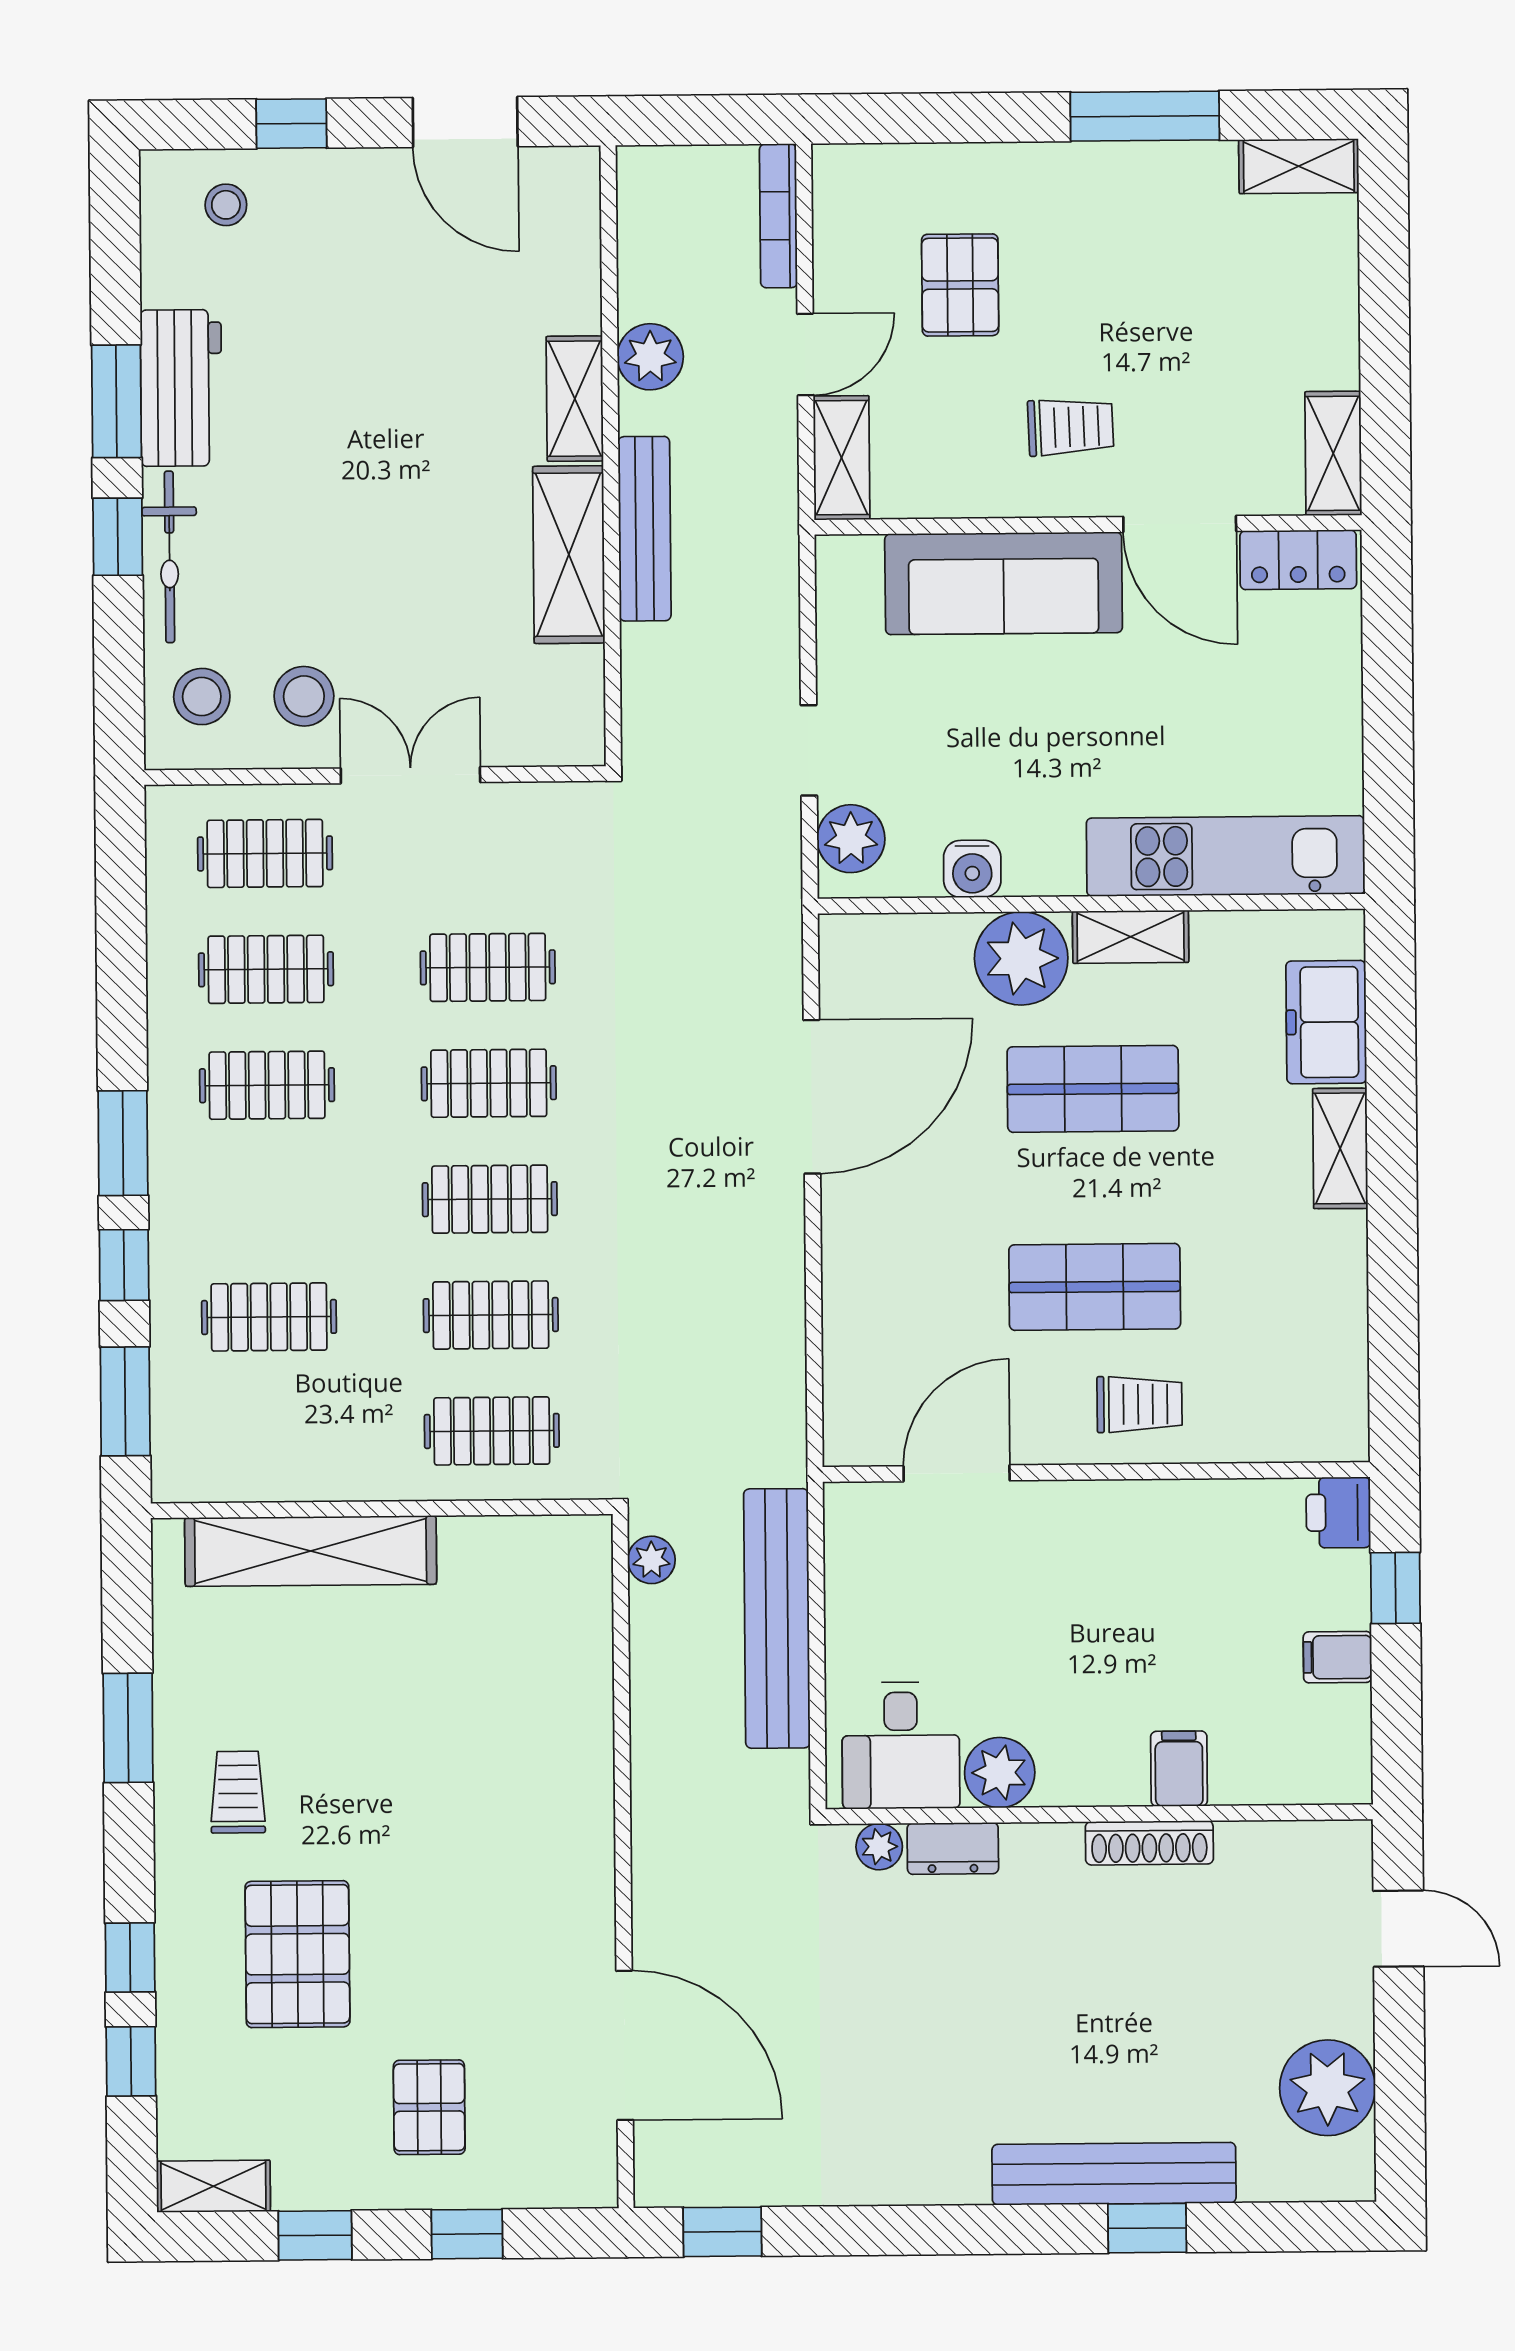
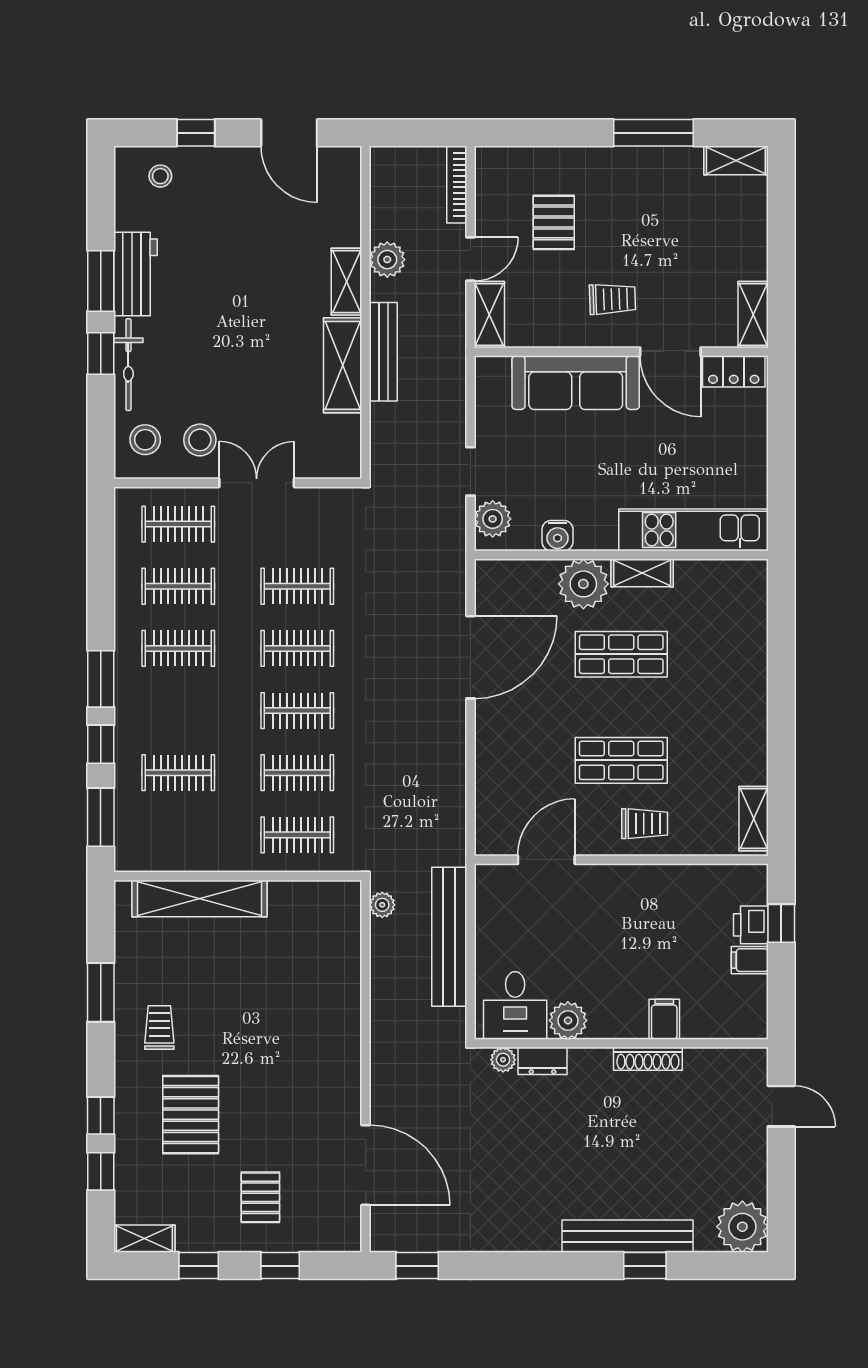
freezer: (1326, 1022) -> (747, 620), removed
shelving: (1340, 1148) -> (754, 819), moved
printer: (1338, 1513) -> (751, 925), moved
plant: (1328, 2088) -> (742, 1227), moved

